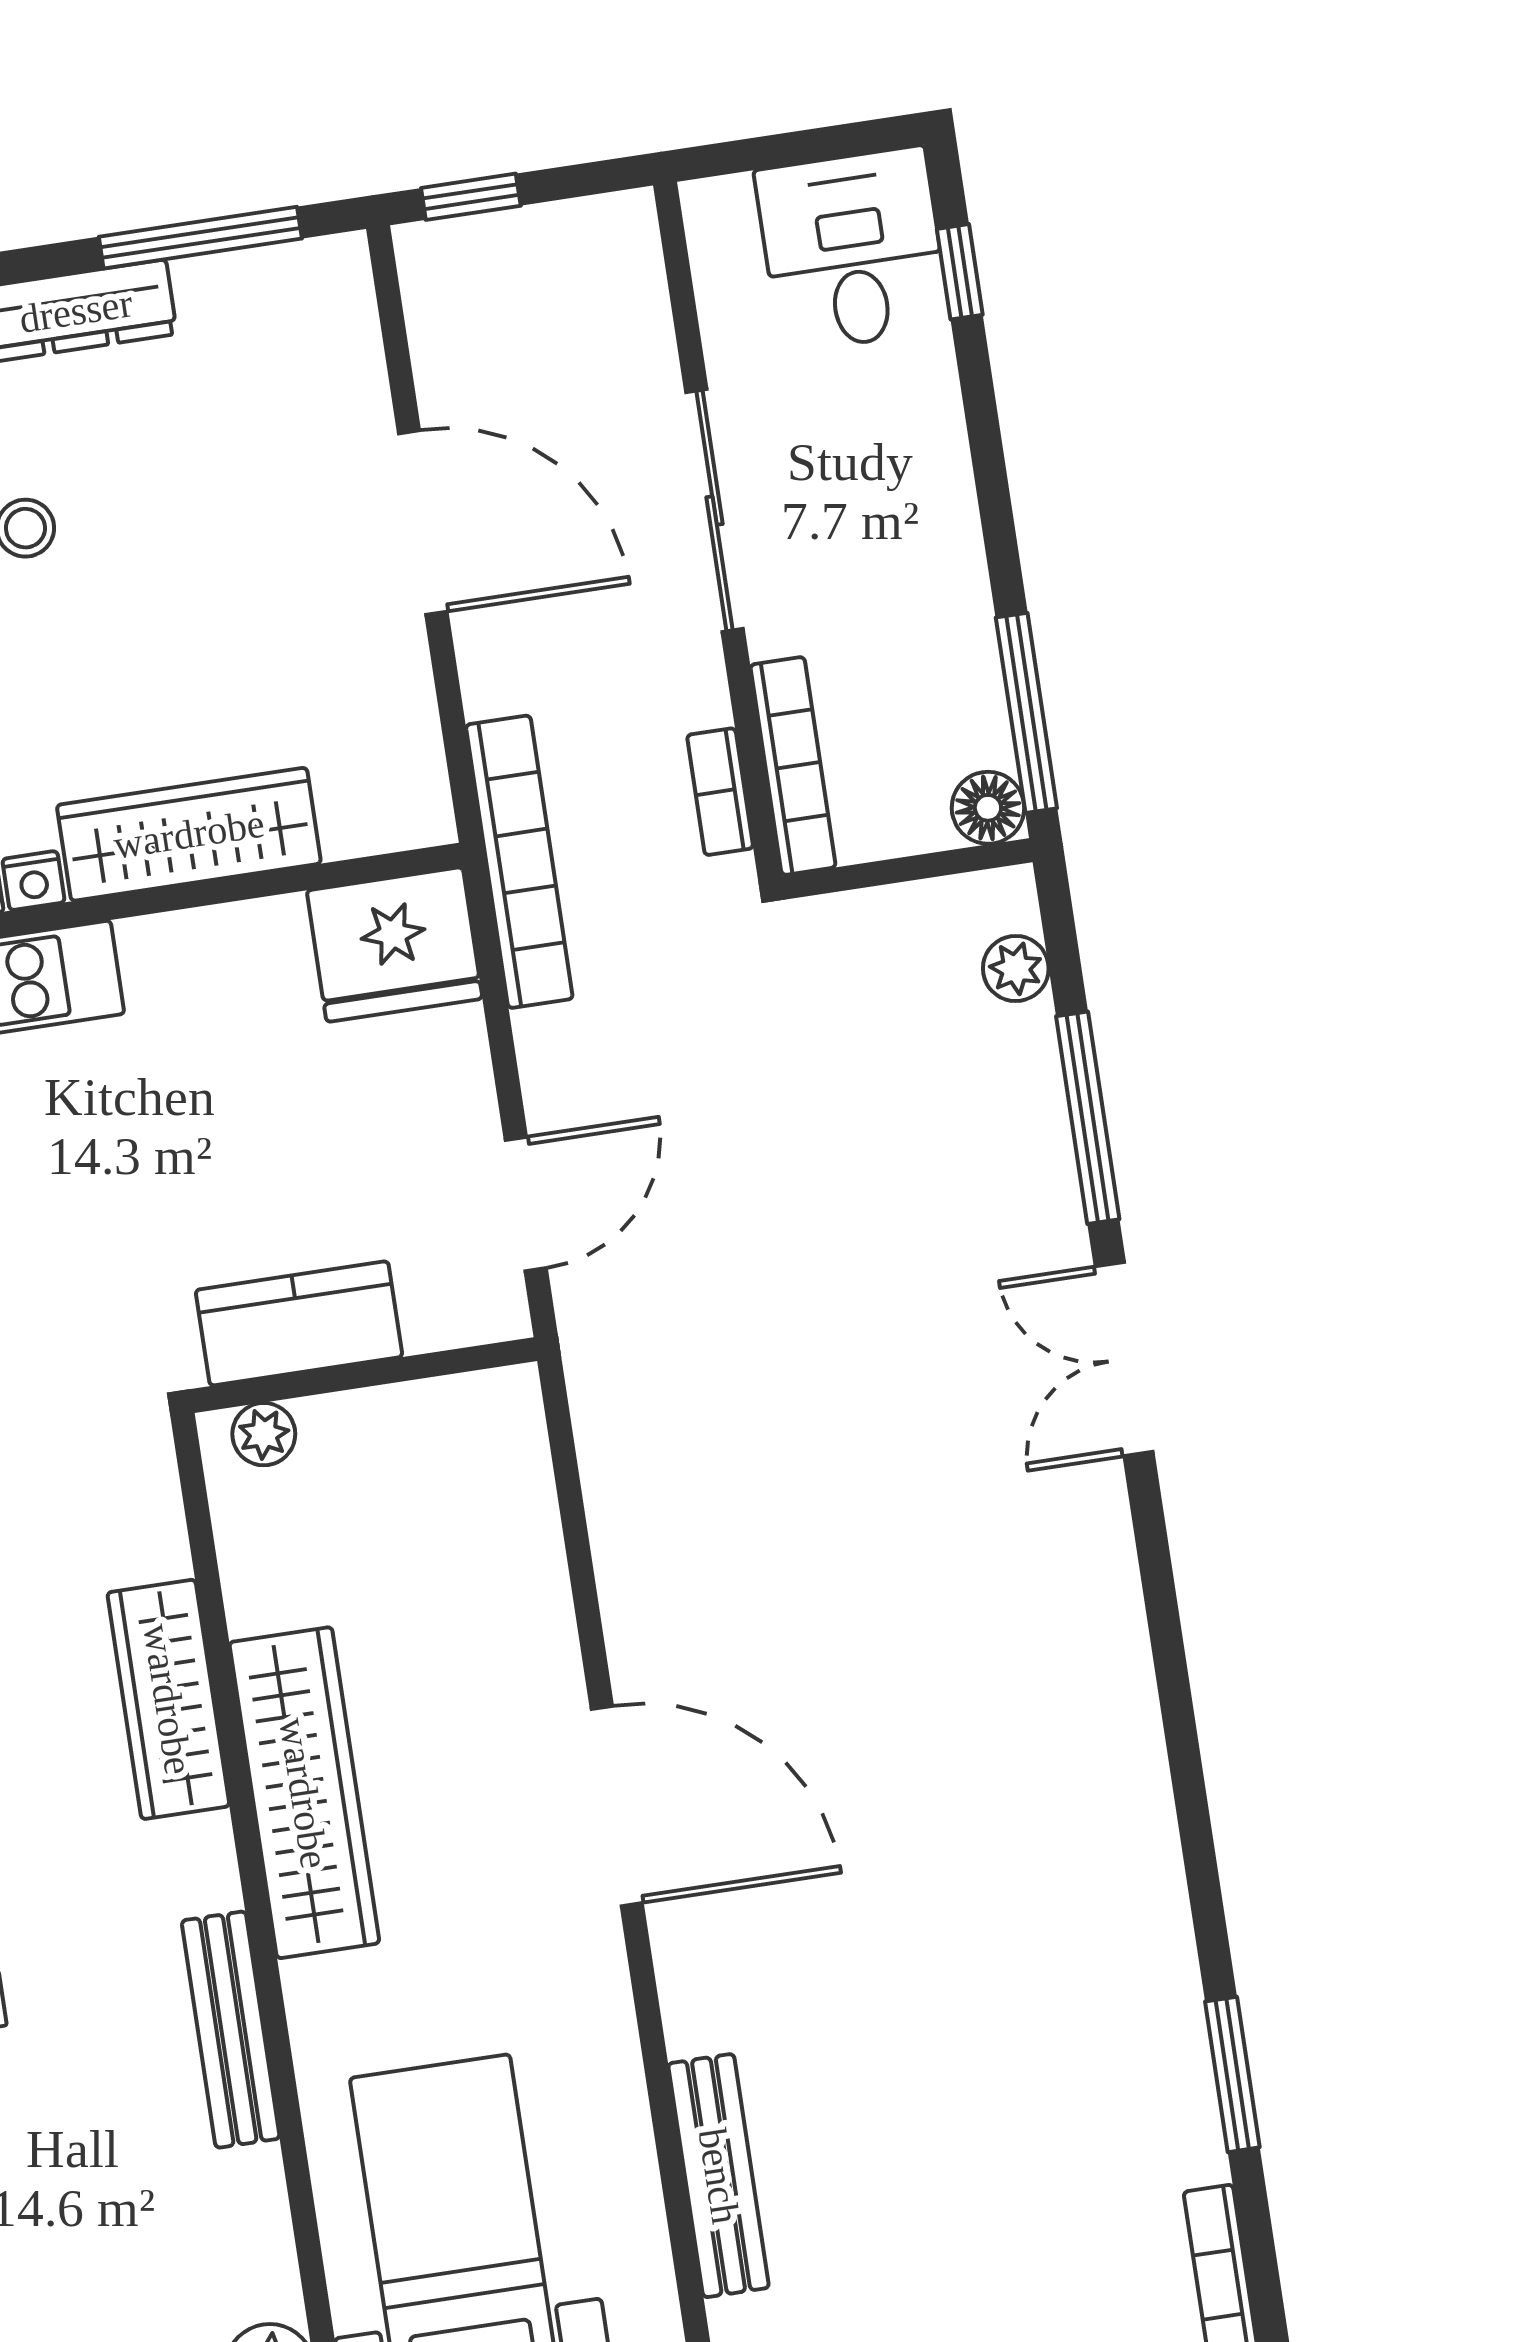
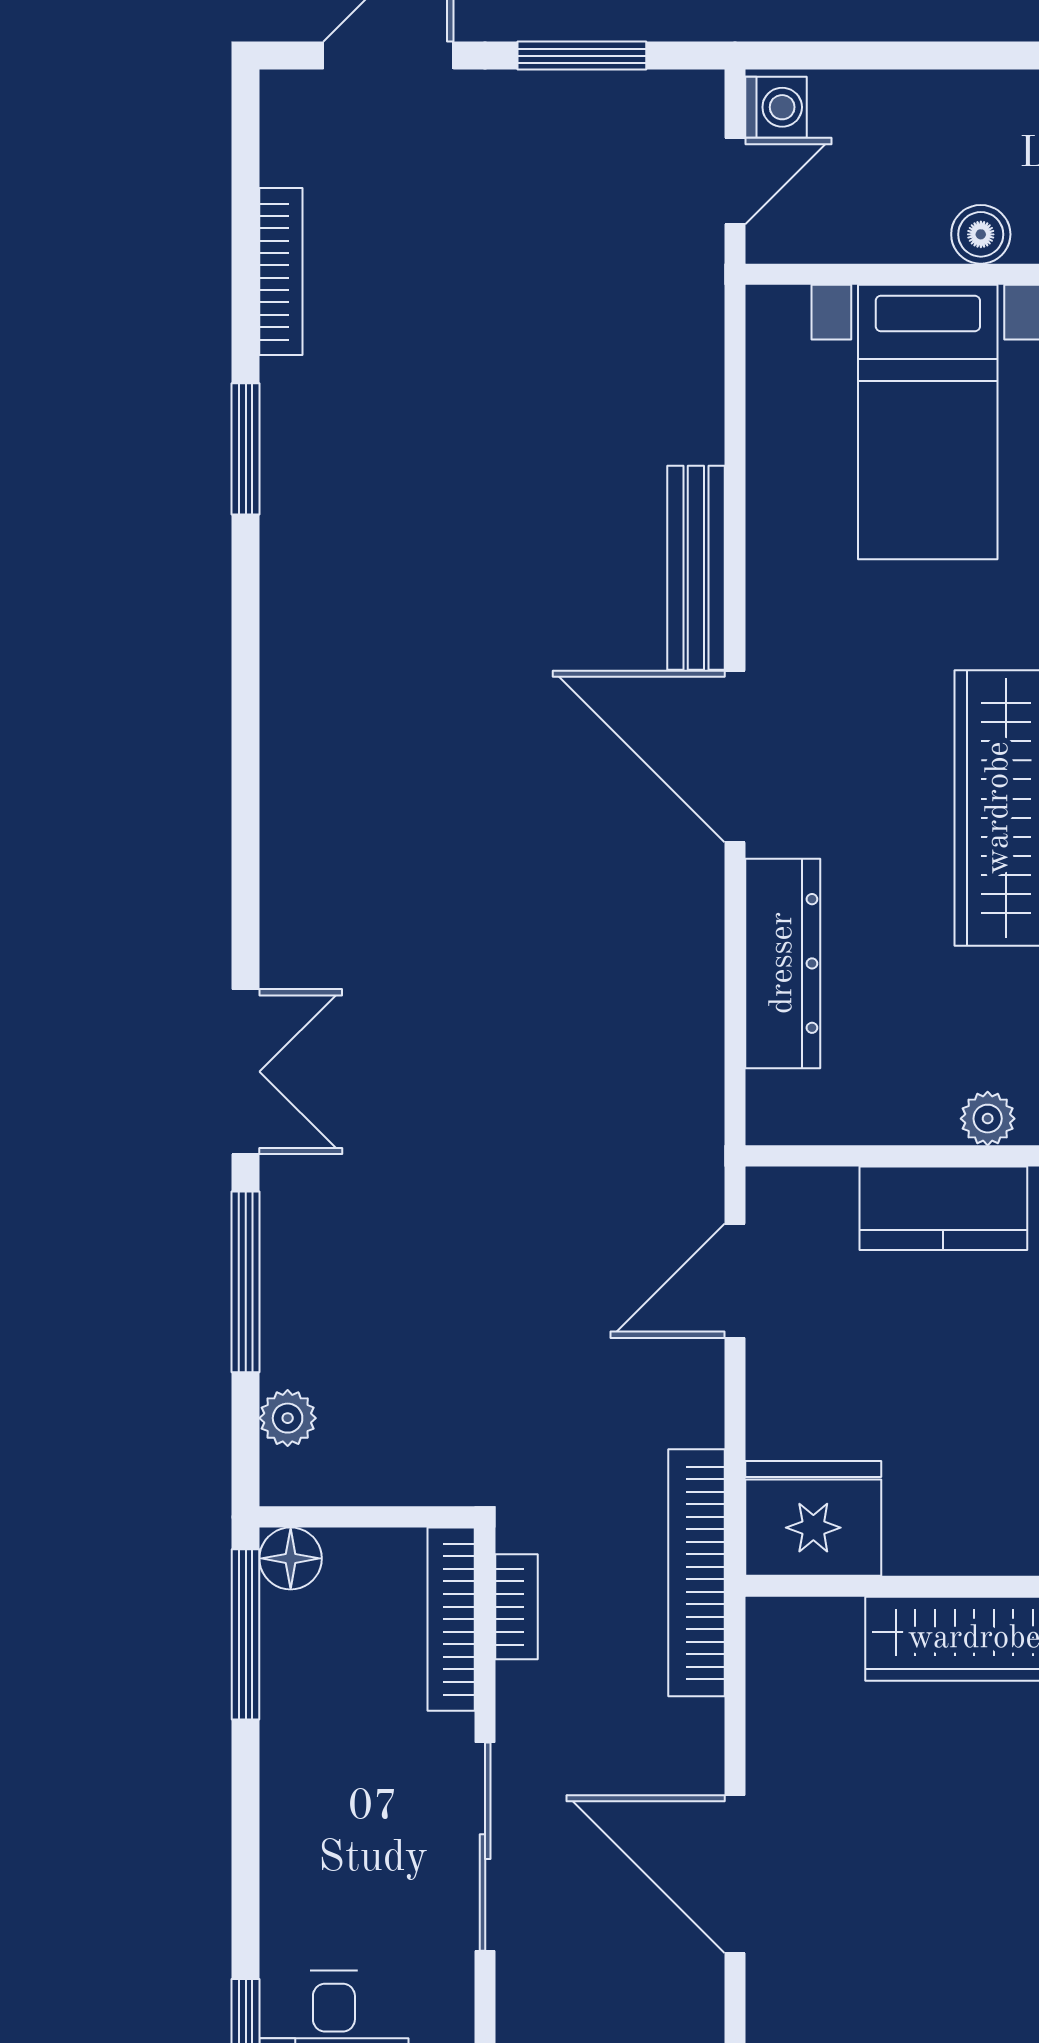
dresser: (526, 1577) -> (783, 963), added
bench: (719, 2176) -> (696, 568), moved

